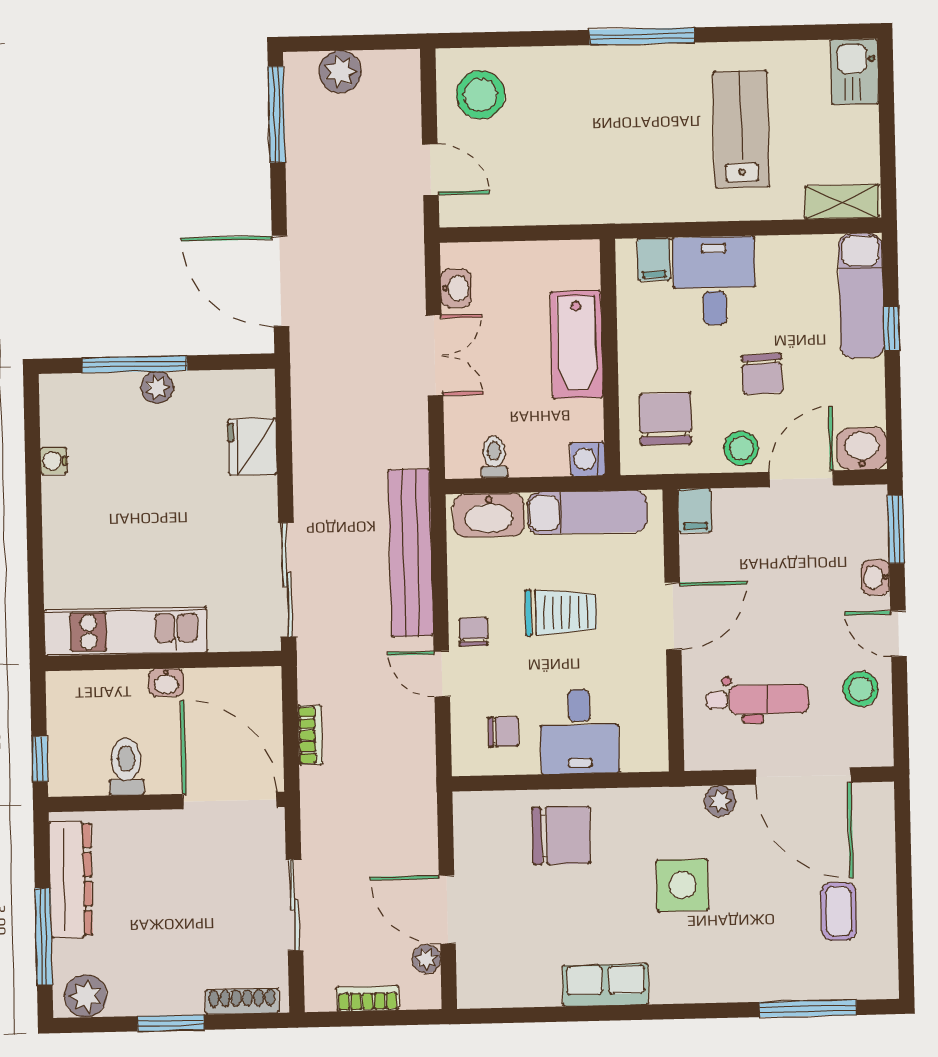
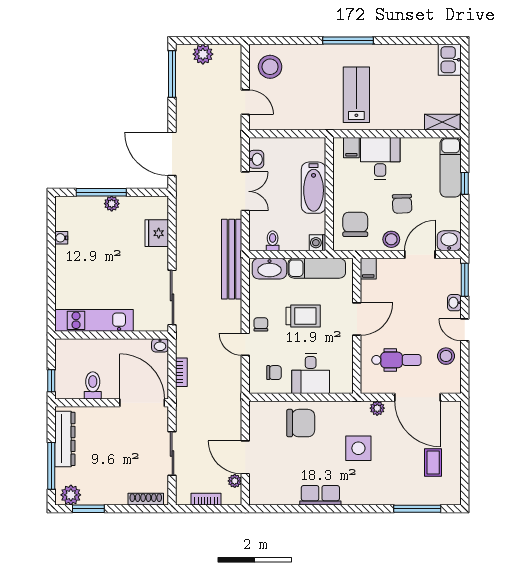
lab bench: (741, 129) -> (356, 95), moved
bench: (411, 553) -> (232, 259), moved
washbasin: (166, 682) -> (160, 345), moved
window: (171, 1023) -> (88, 509), moved

